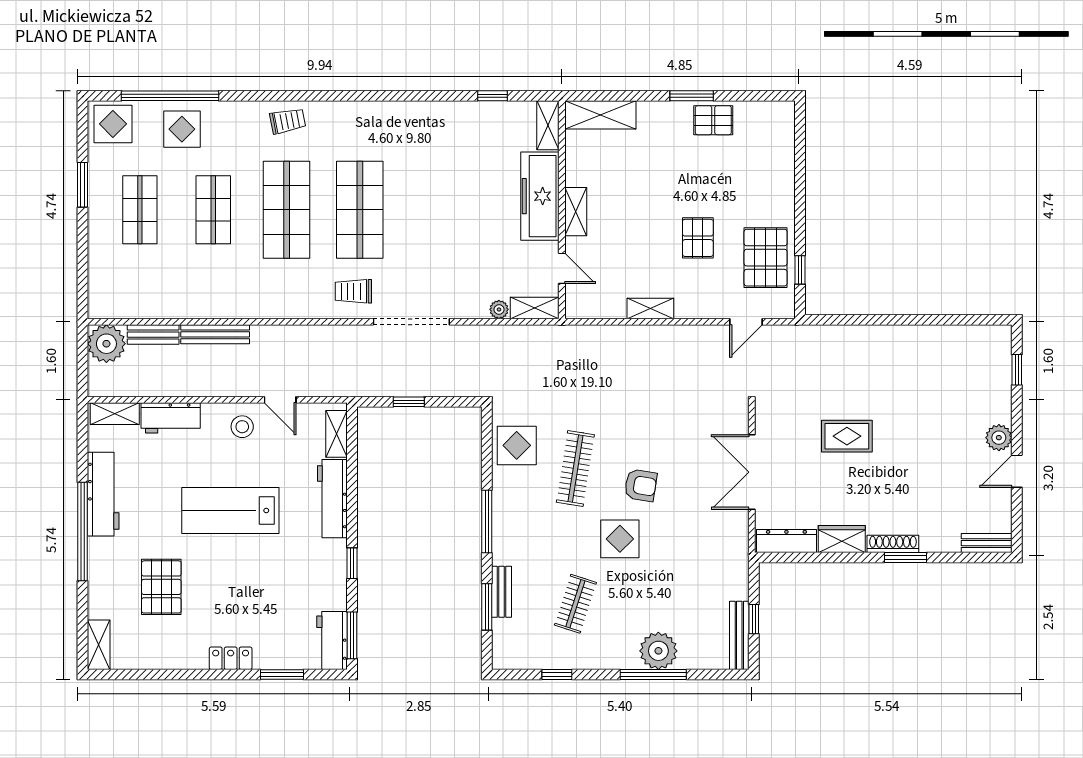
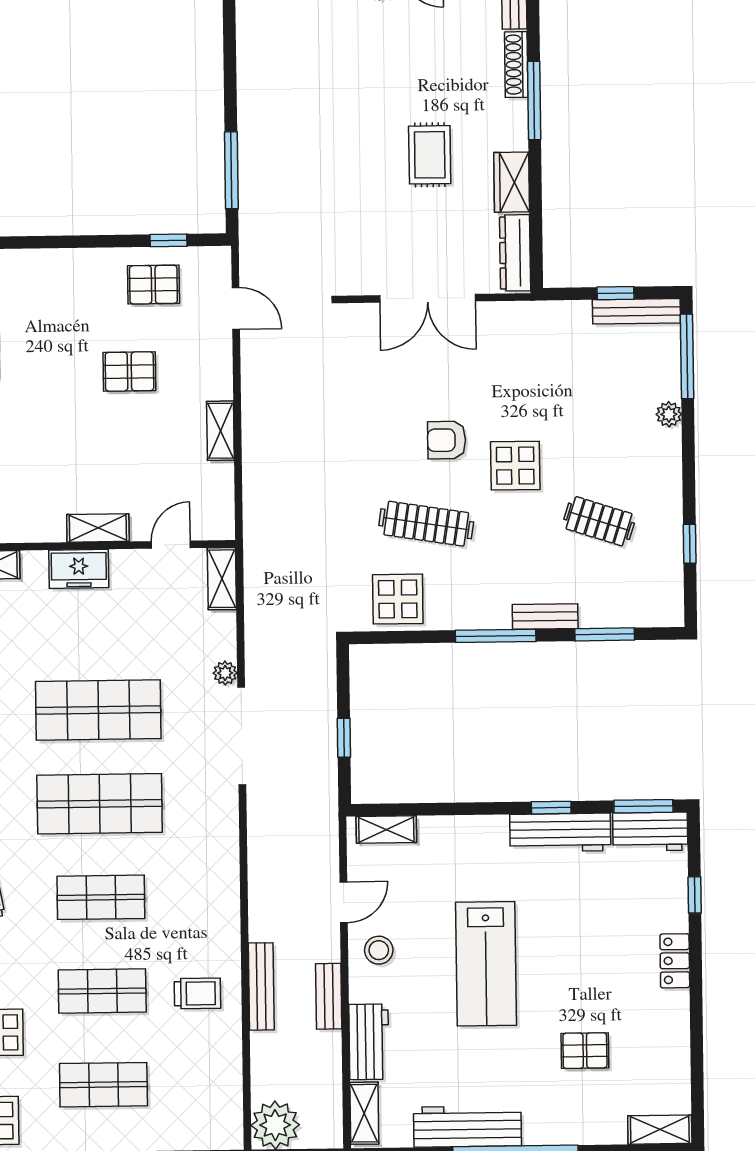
freezer: (540, 196) -> (79, 569), width x0.52, depth x0.79
shop shelf: (287, 210) -> (101, 897), width x0.70, depth x0.74
shop shelf: (433, 210) -> (98, 710), added
pallet: (766, 258) -> (153, 285), width x0.67, depth x0.71
trolley: (353, 291) -> (197, 993), moved, turned -90
plant: (499, 309) -> (225, 673), moved
window: (854, 320) -> (231, 170), added
bench: (153, 335) -> (329, 996), moved
rug: (847, 436) -> (430, 155), moved
armchair: (641, 485) -> (447, 440), turned -99
workbench: (332, 499) -> (560, 832), moved
shoe rack: (893, 544) -> (516, 65), moved
window: (905, 558) -> (534, 100), width x1.44
pallet: (161, 587) -> (585, 1051), width x0.67, depth x0.71
bench: (501, 592) -> (545, 617), moved
plant: (658, 651) -> (669, 414), width x0.53, depth x0.53
window: (282, 674) -> (695, 895), width x0.67
window: (653, 674) -> (687, 356), moved

